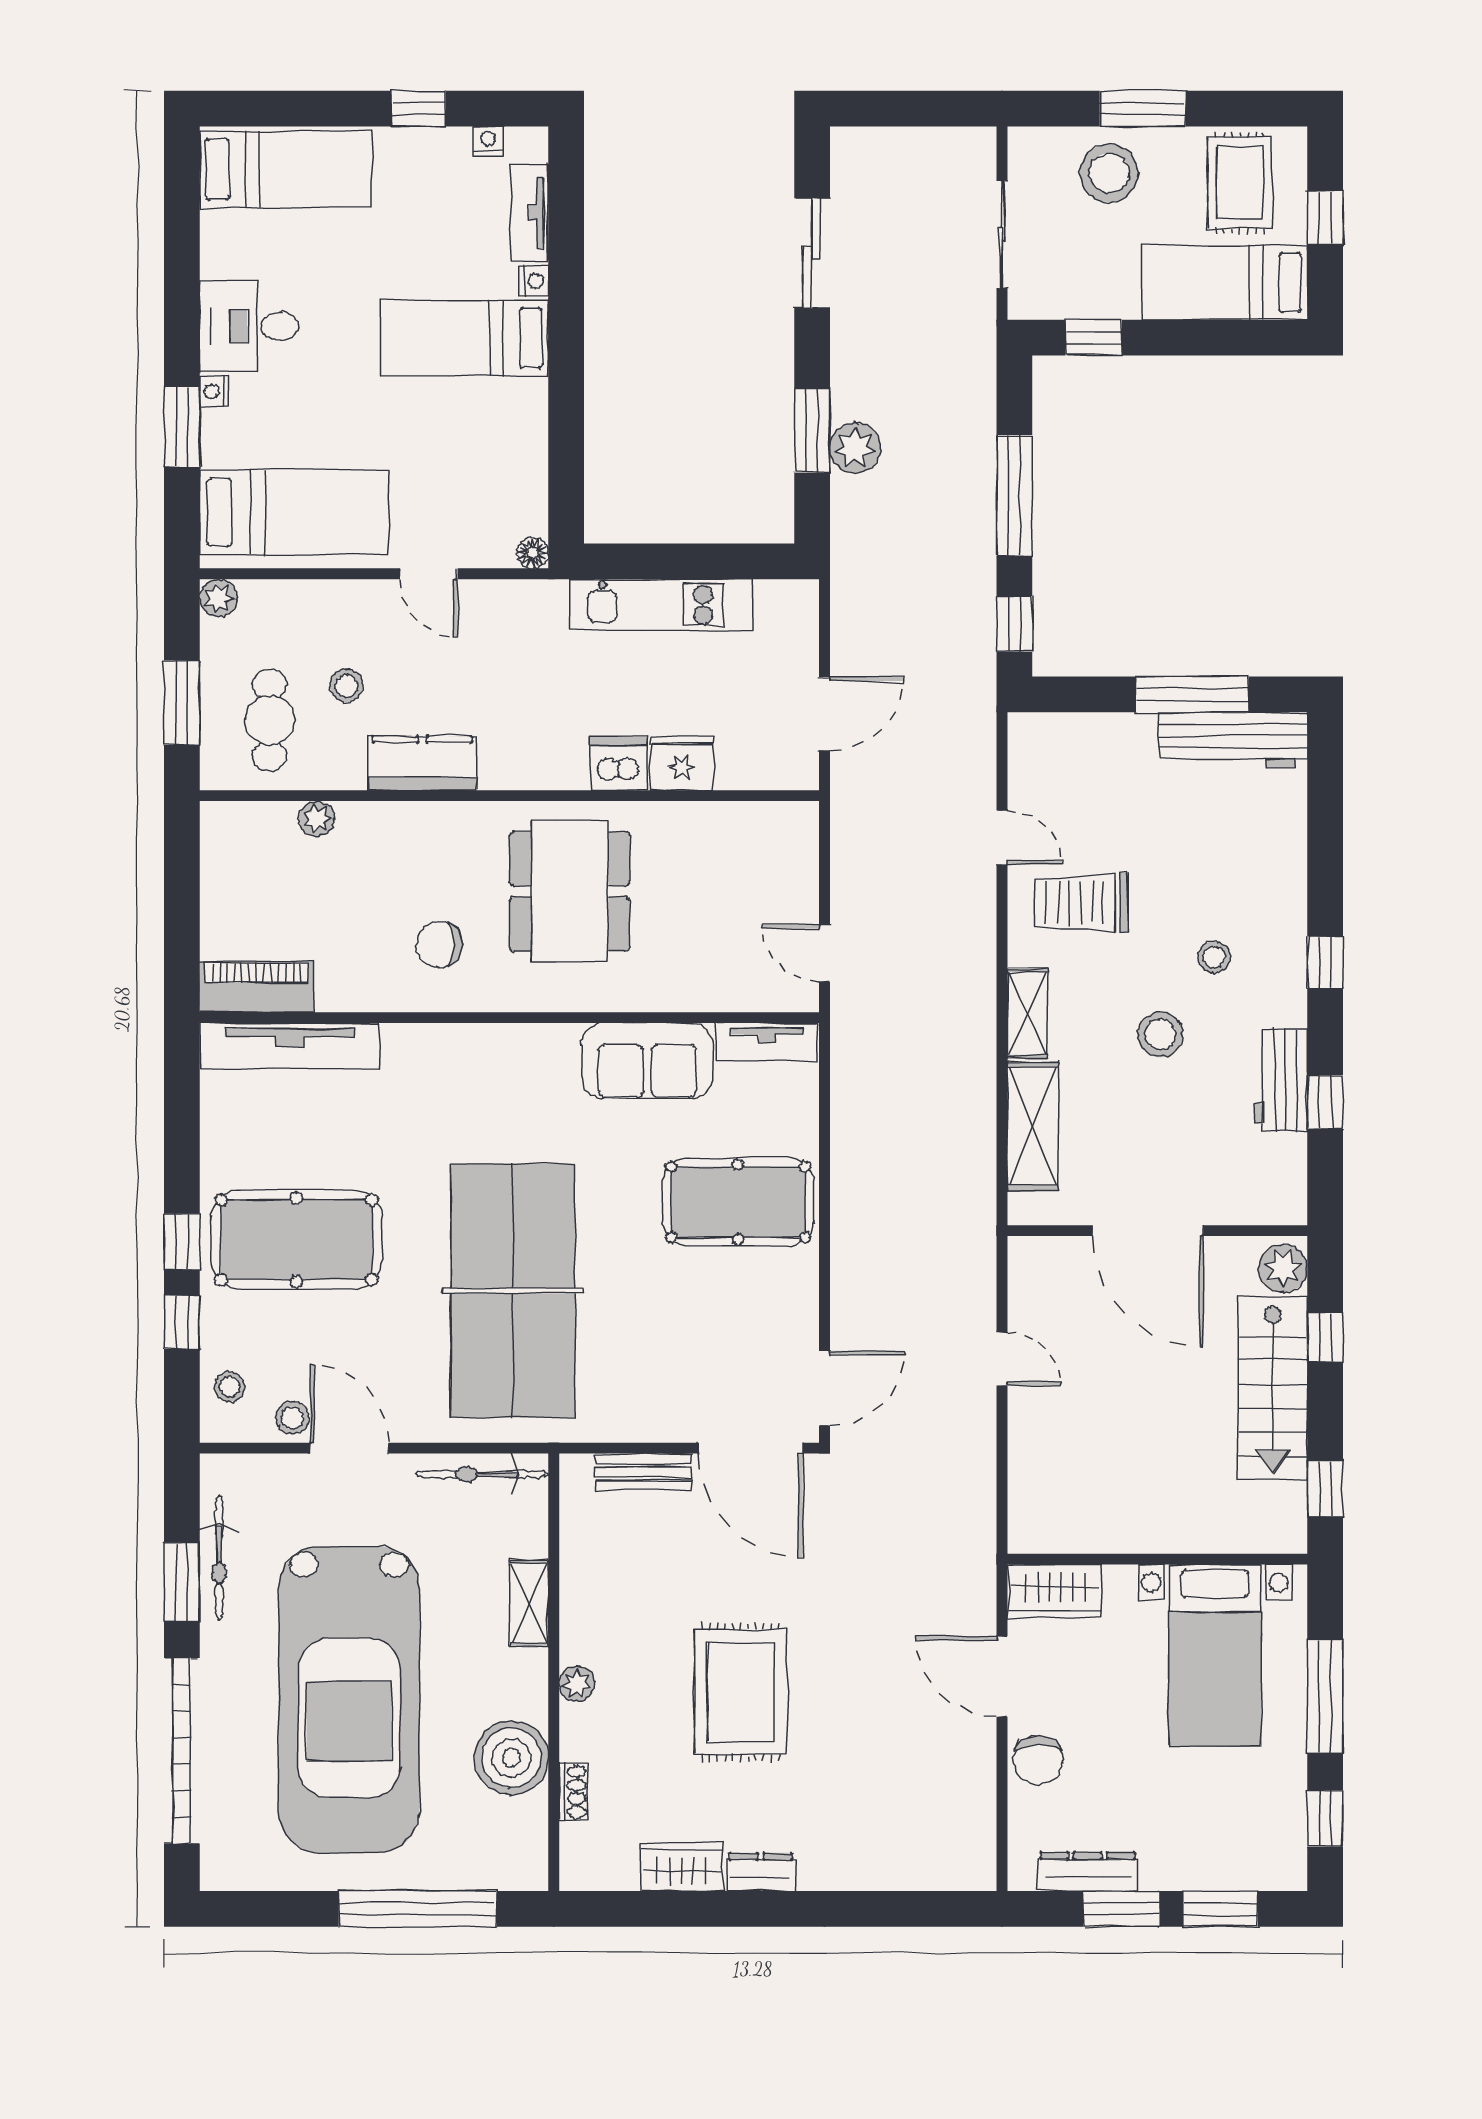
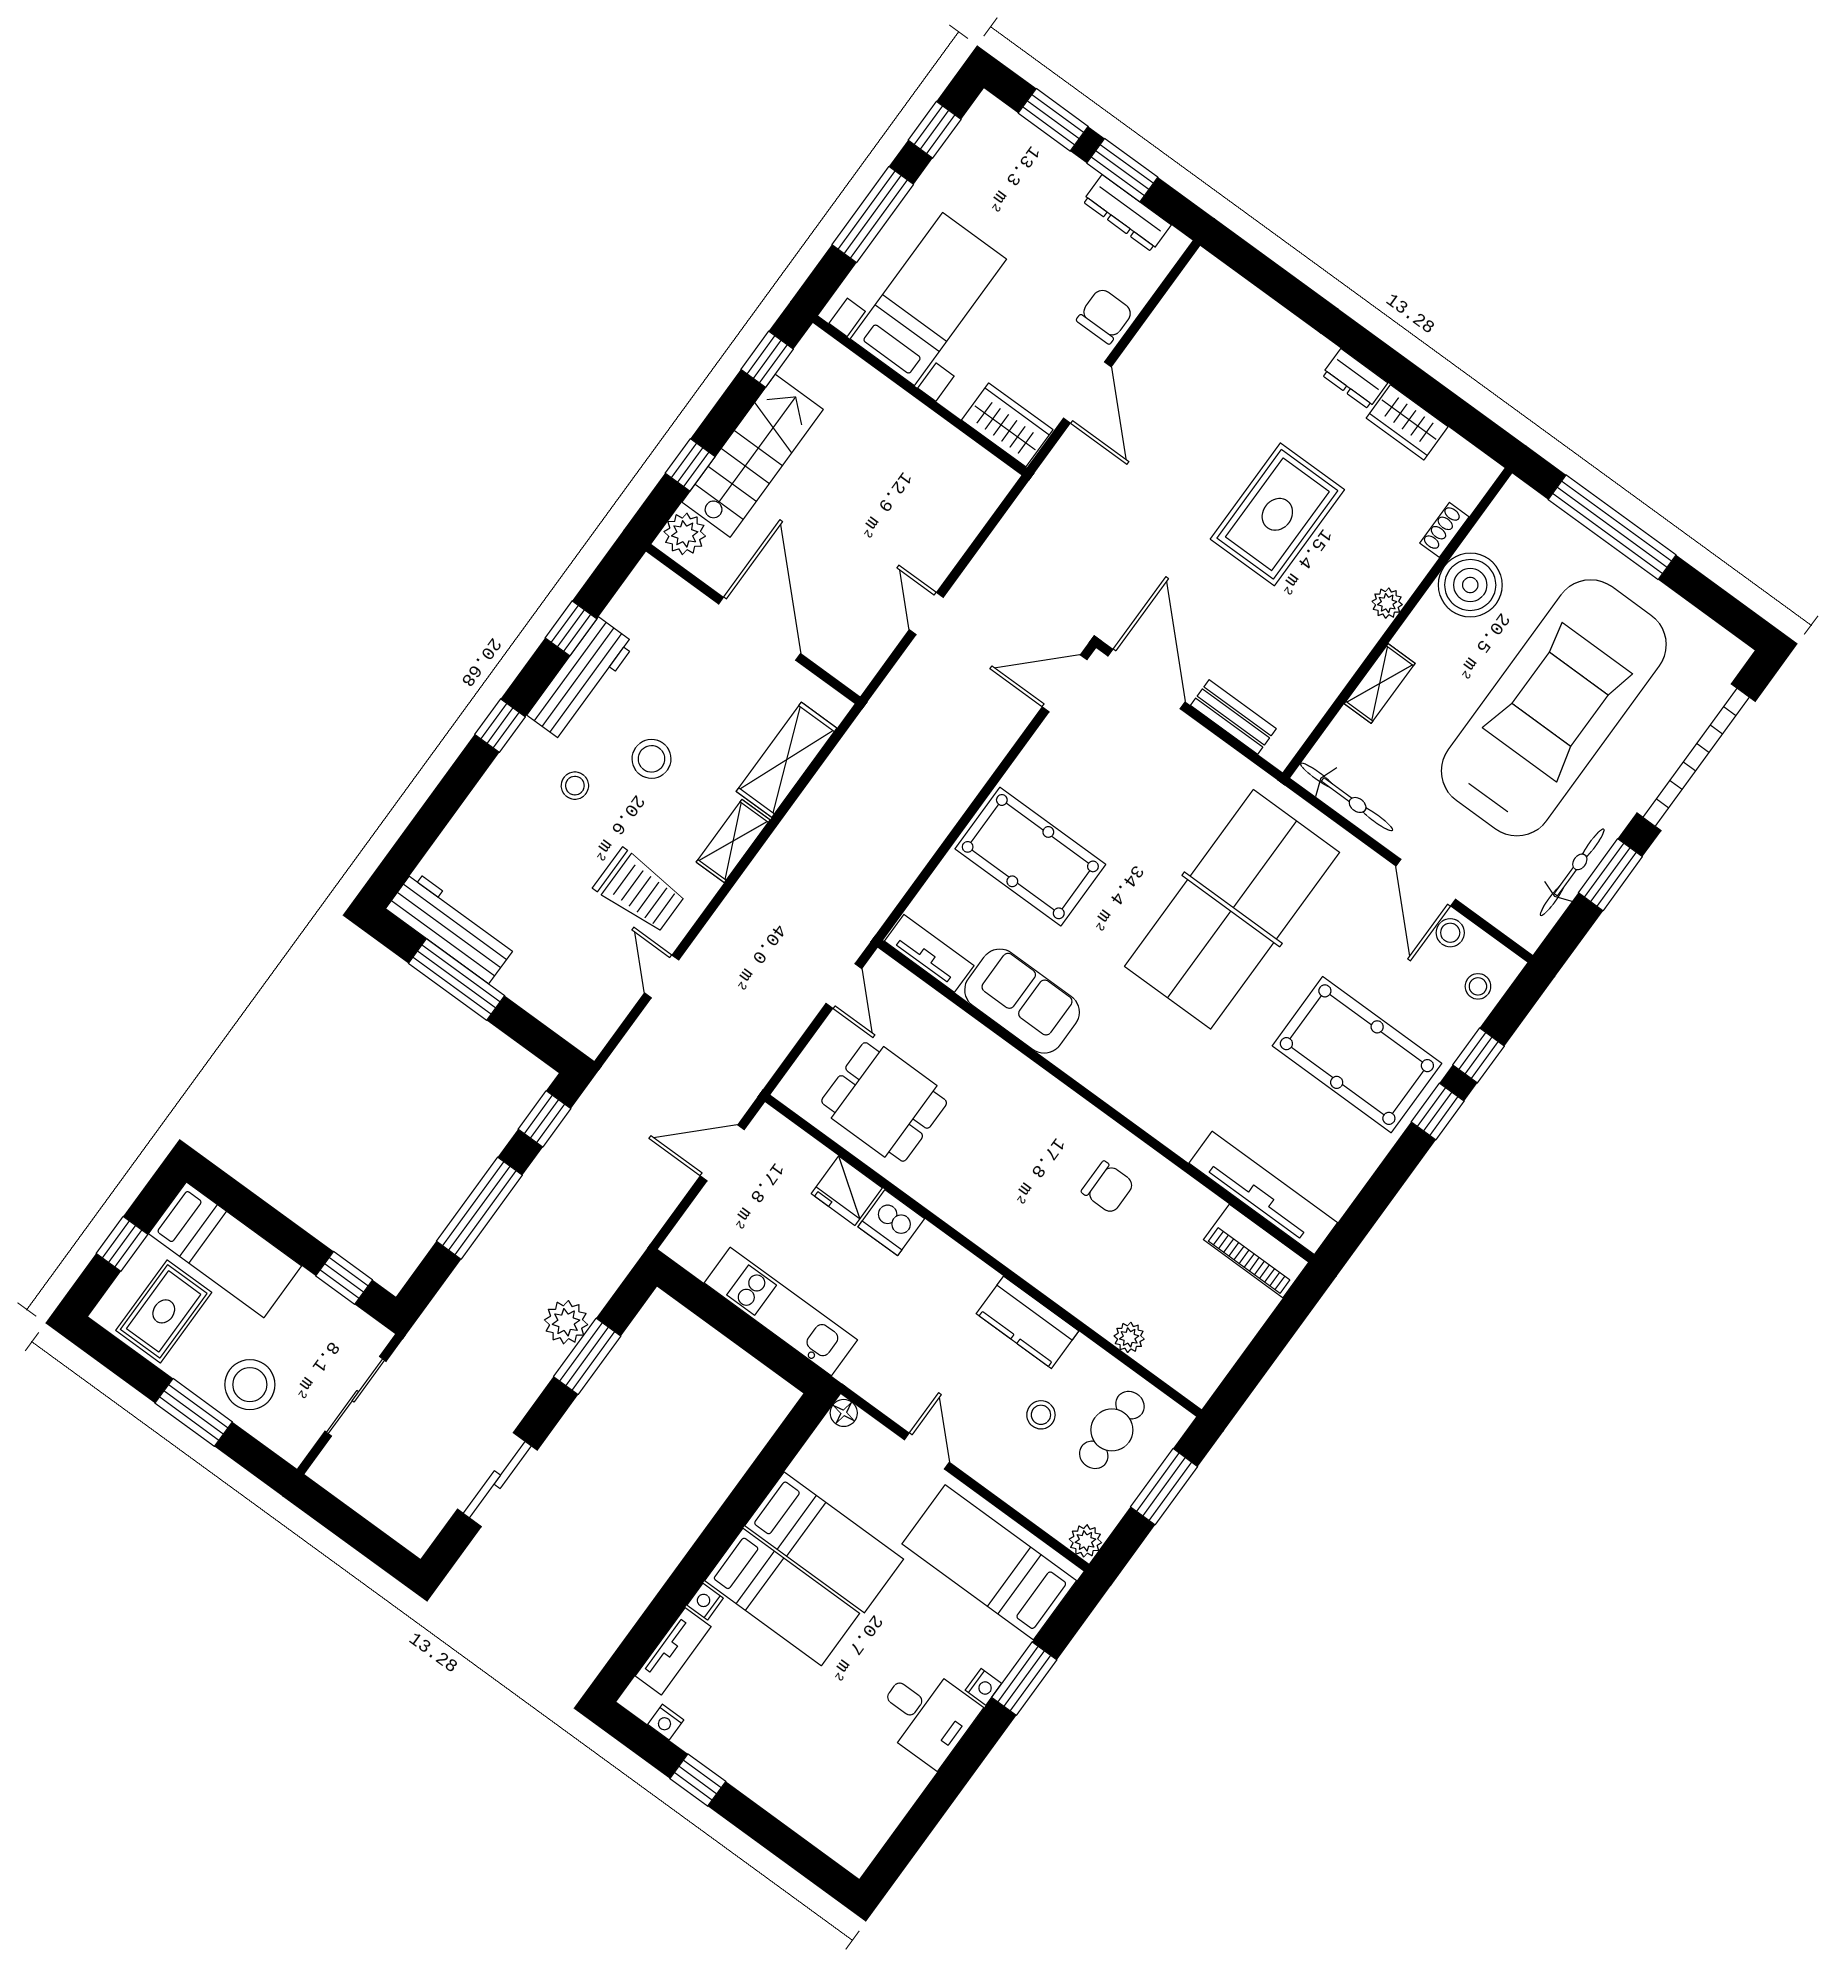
bed: (285, 169) -> (824, 1542), moved, turned 180
dining table: (570, 891) -> (884, 1102), moved, width x0.73
workbench: (1281, 1080) -> (581, 679), width x1.38

